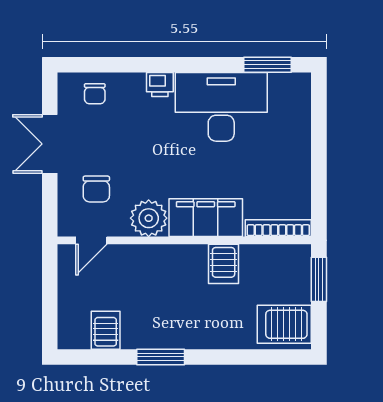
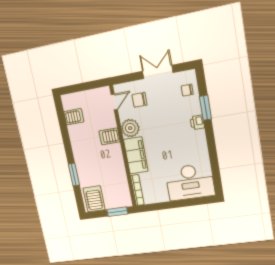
window: (267, 65) -> (205, 108), moved
desk: (221, 107) -> (190, 182), moved, turned 90
door: (91, 240) -> (114, 102), swing flipped
server rack: (224, 264) -> (110, 136), moved
window: (161, 357) -> (74, 175), moved

